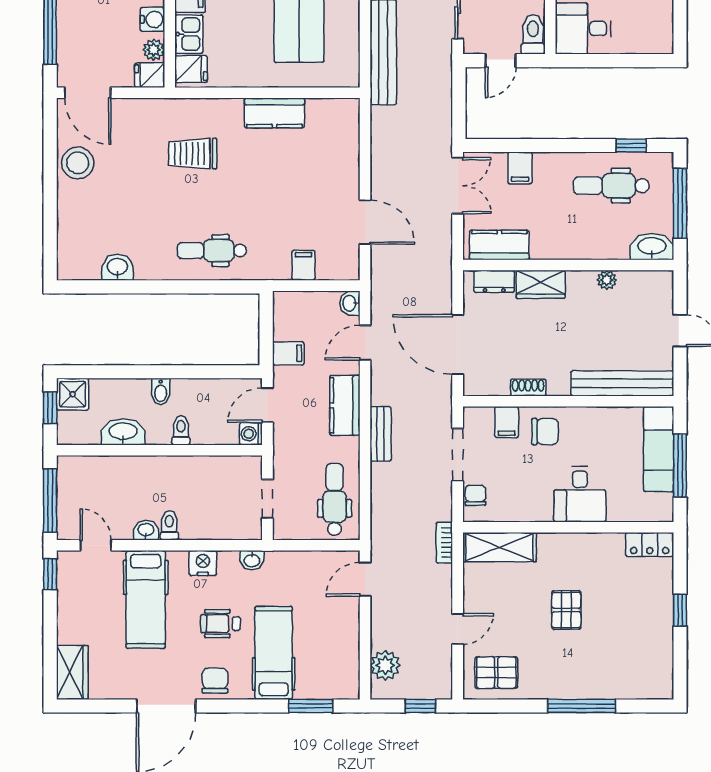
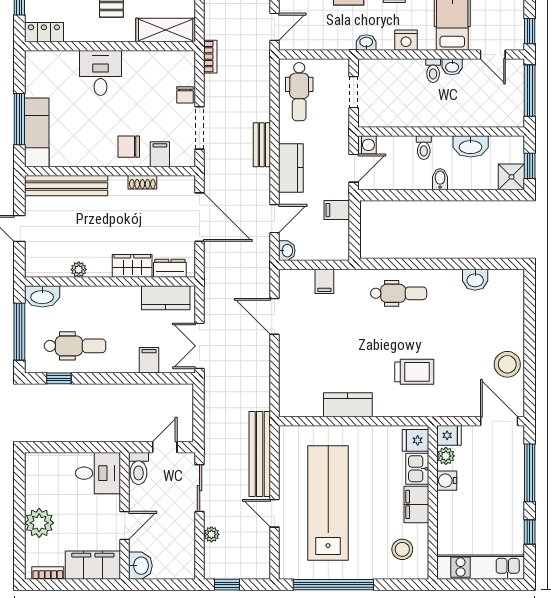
desk: (580, 494) -> (100, 73), moved
wall: (568, 527) -> (110, 46), moved
locker: (650, 545) -> (44, 32), moved
shelving: (499, 547) -> (166, 30), moved

